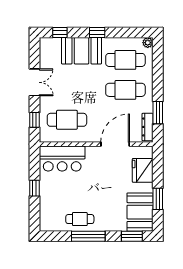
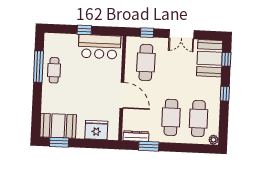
booth: (82, 51) -> (210, 58), moved
door: (115, 144) -> (122, 95), moved
bar counter: (62, 159) -> (99, 47), moved, turned -90
window: (158, 199) -> (59, 142), moved
window: (88, 236) -> (38, 67), moved
window: (132, 236) -> (36, 117), removed

